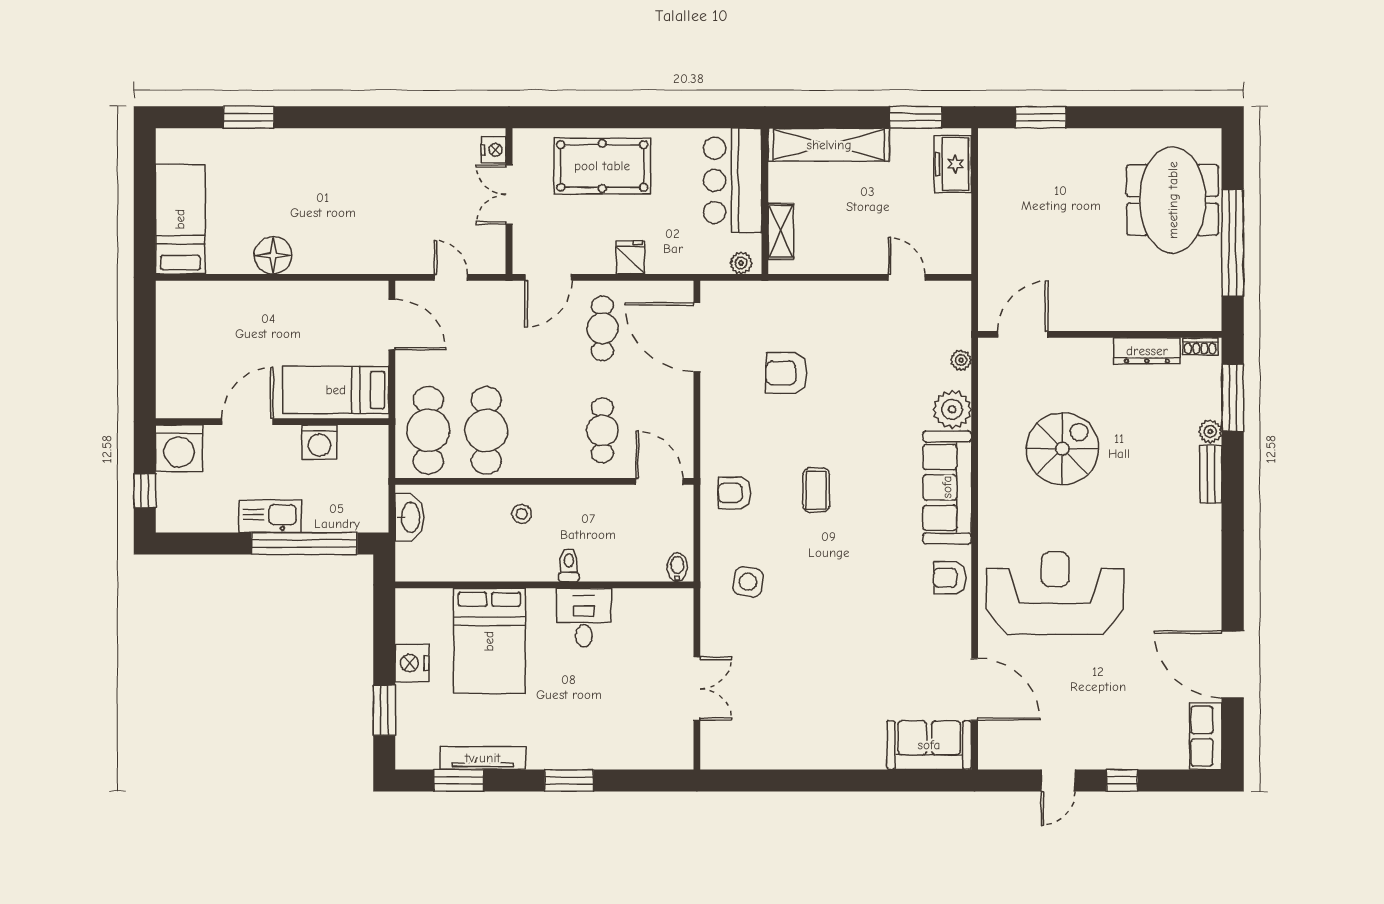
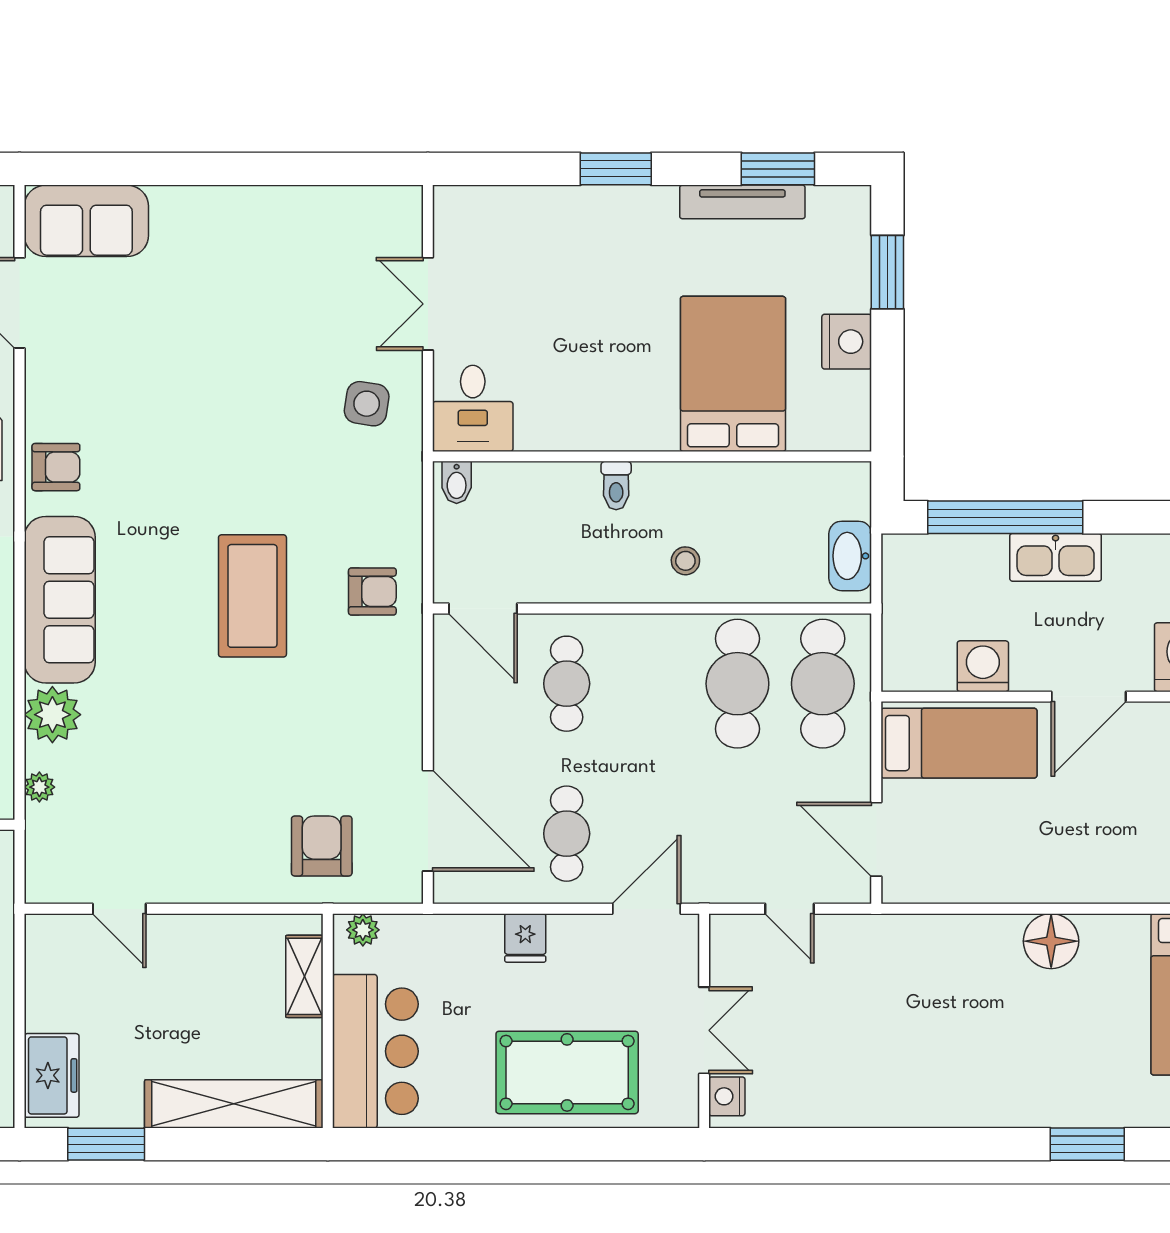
armchair: (787, 373) -> (322, 846), moved, turned -90
coffee table: (816, 490) -> (252, 596), width x1.86, depth x1.72
side table: (748, 582) -> (367, 404), moved
desk: (584, 618) -> (473, 408), moved

